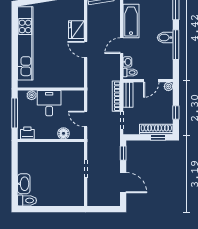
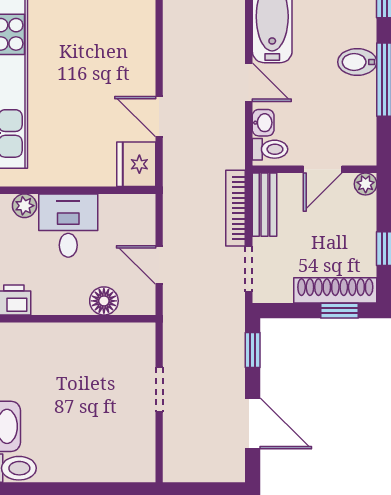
fridge: (76, 30) -> (136, 164), moved
door: (122, 46) -> (249, 82), swing flipped
door: (86, 49) -> (159, 117), moved

